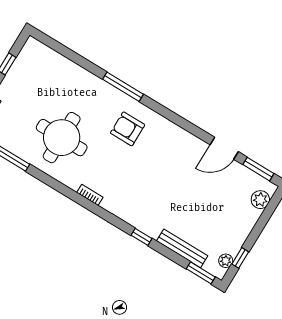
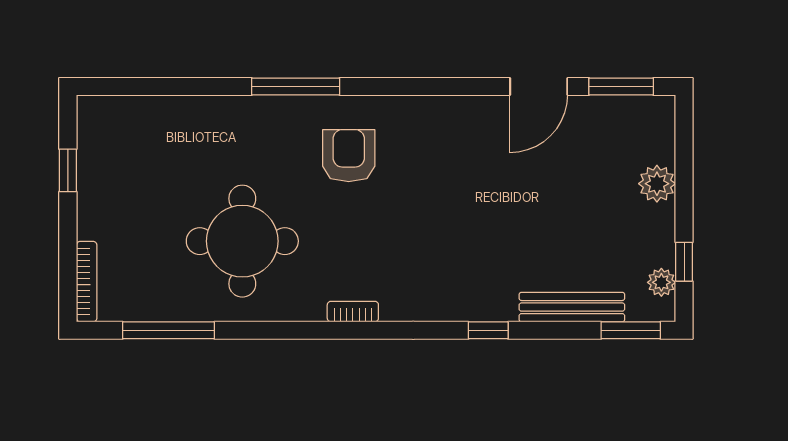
armchair: (128, 129) -> (349, 156), turned 90
plant: (260, 200) -> (657, 184), moved

